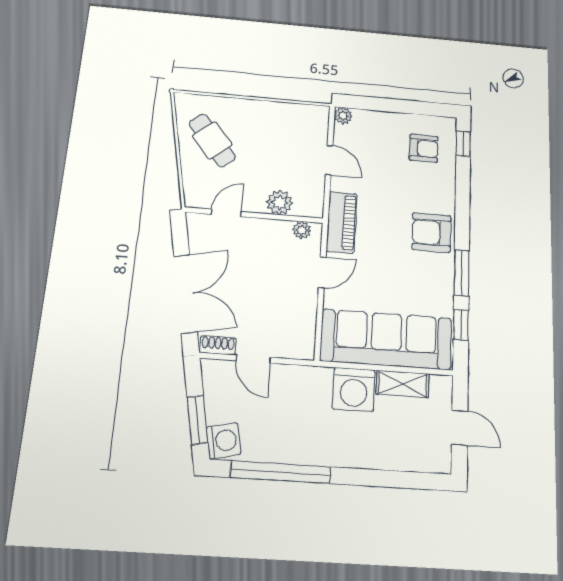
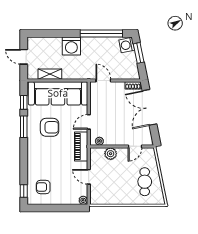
cafe table: (212, 140) -> (145, 182), turned 39
armchair: (431, 233) -> (50, 127), moved
door: (253, 359) -> (103, 81), moved
washing machine: (354, 389) -> (71, 46), moved, turned 180

